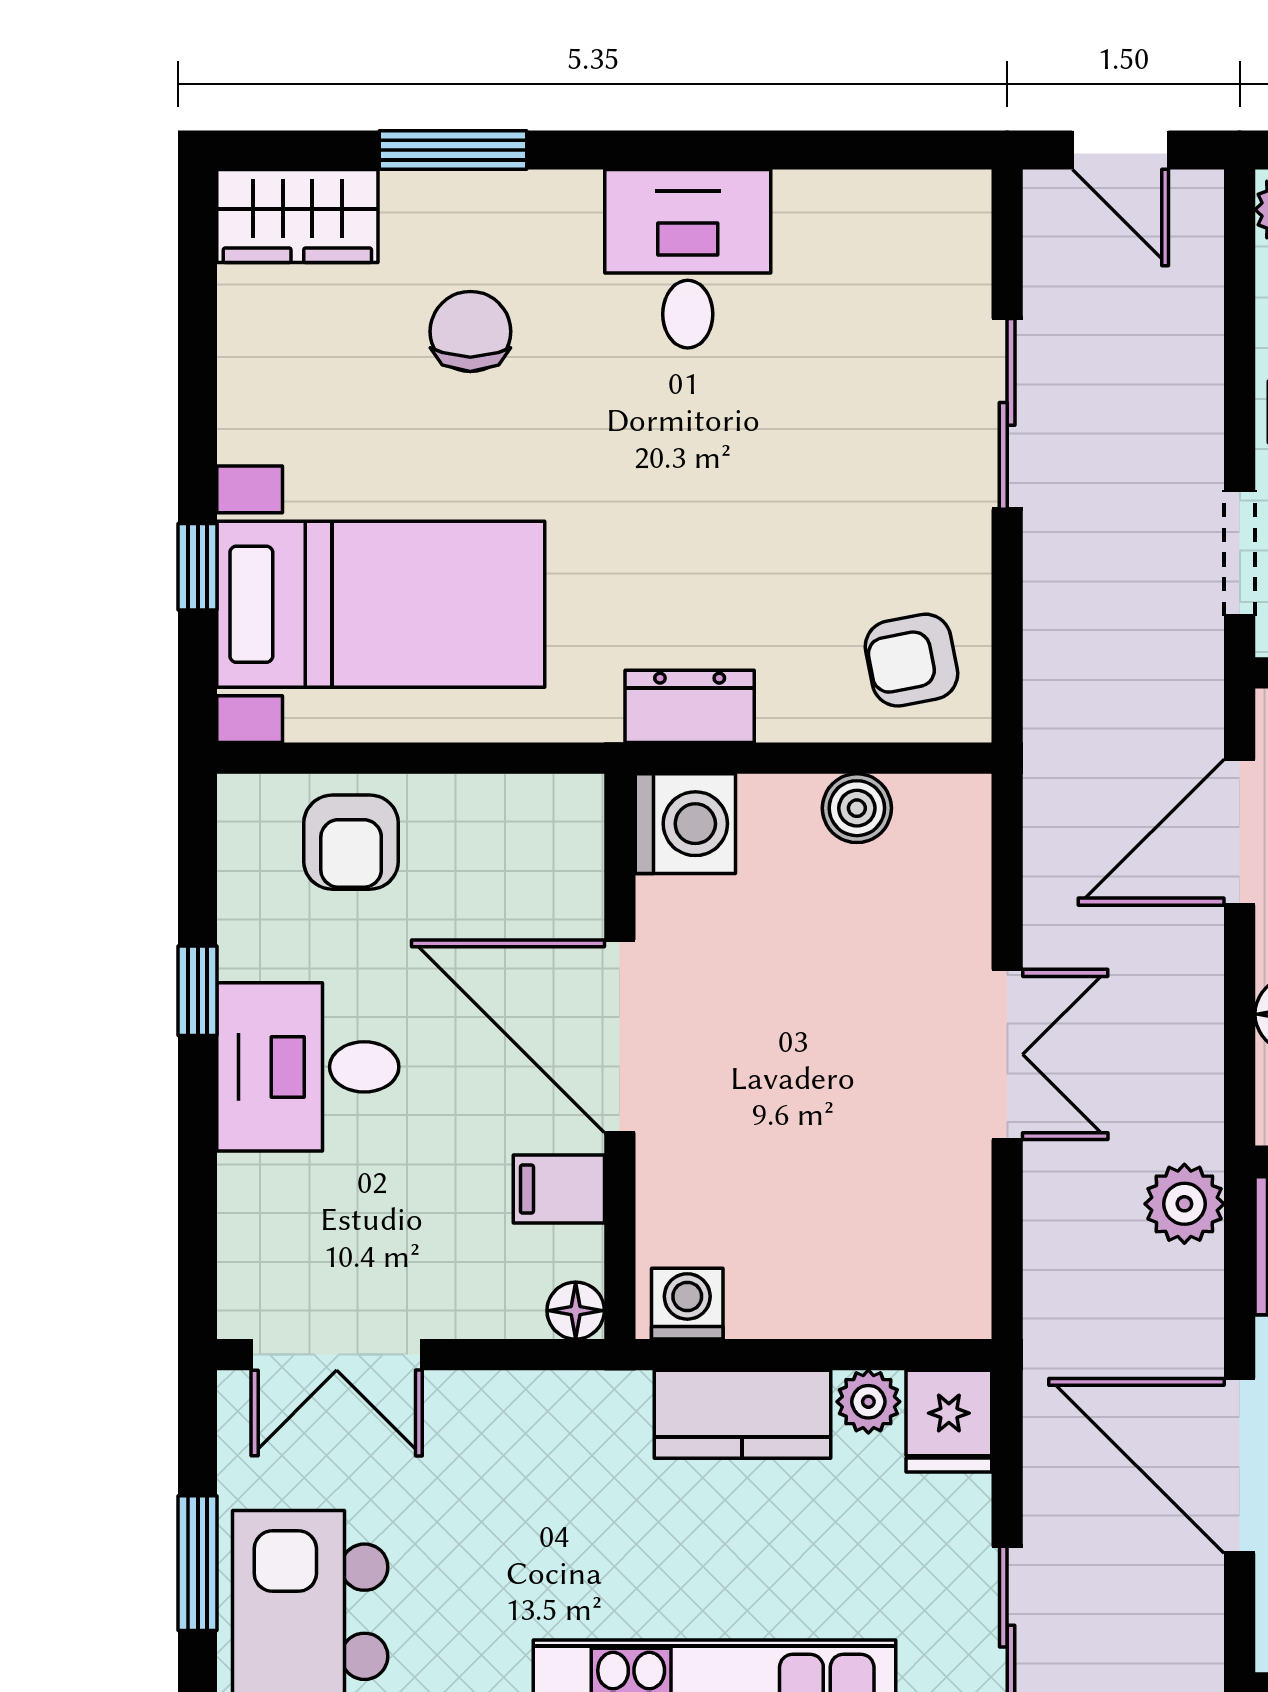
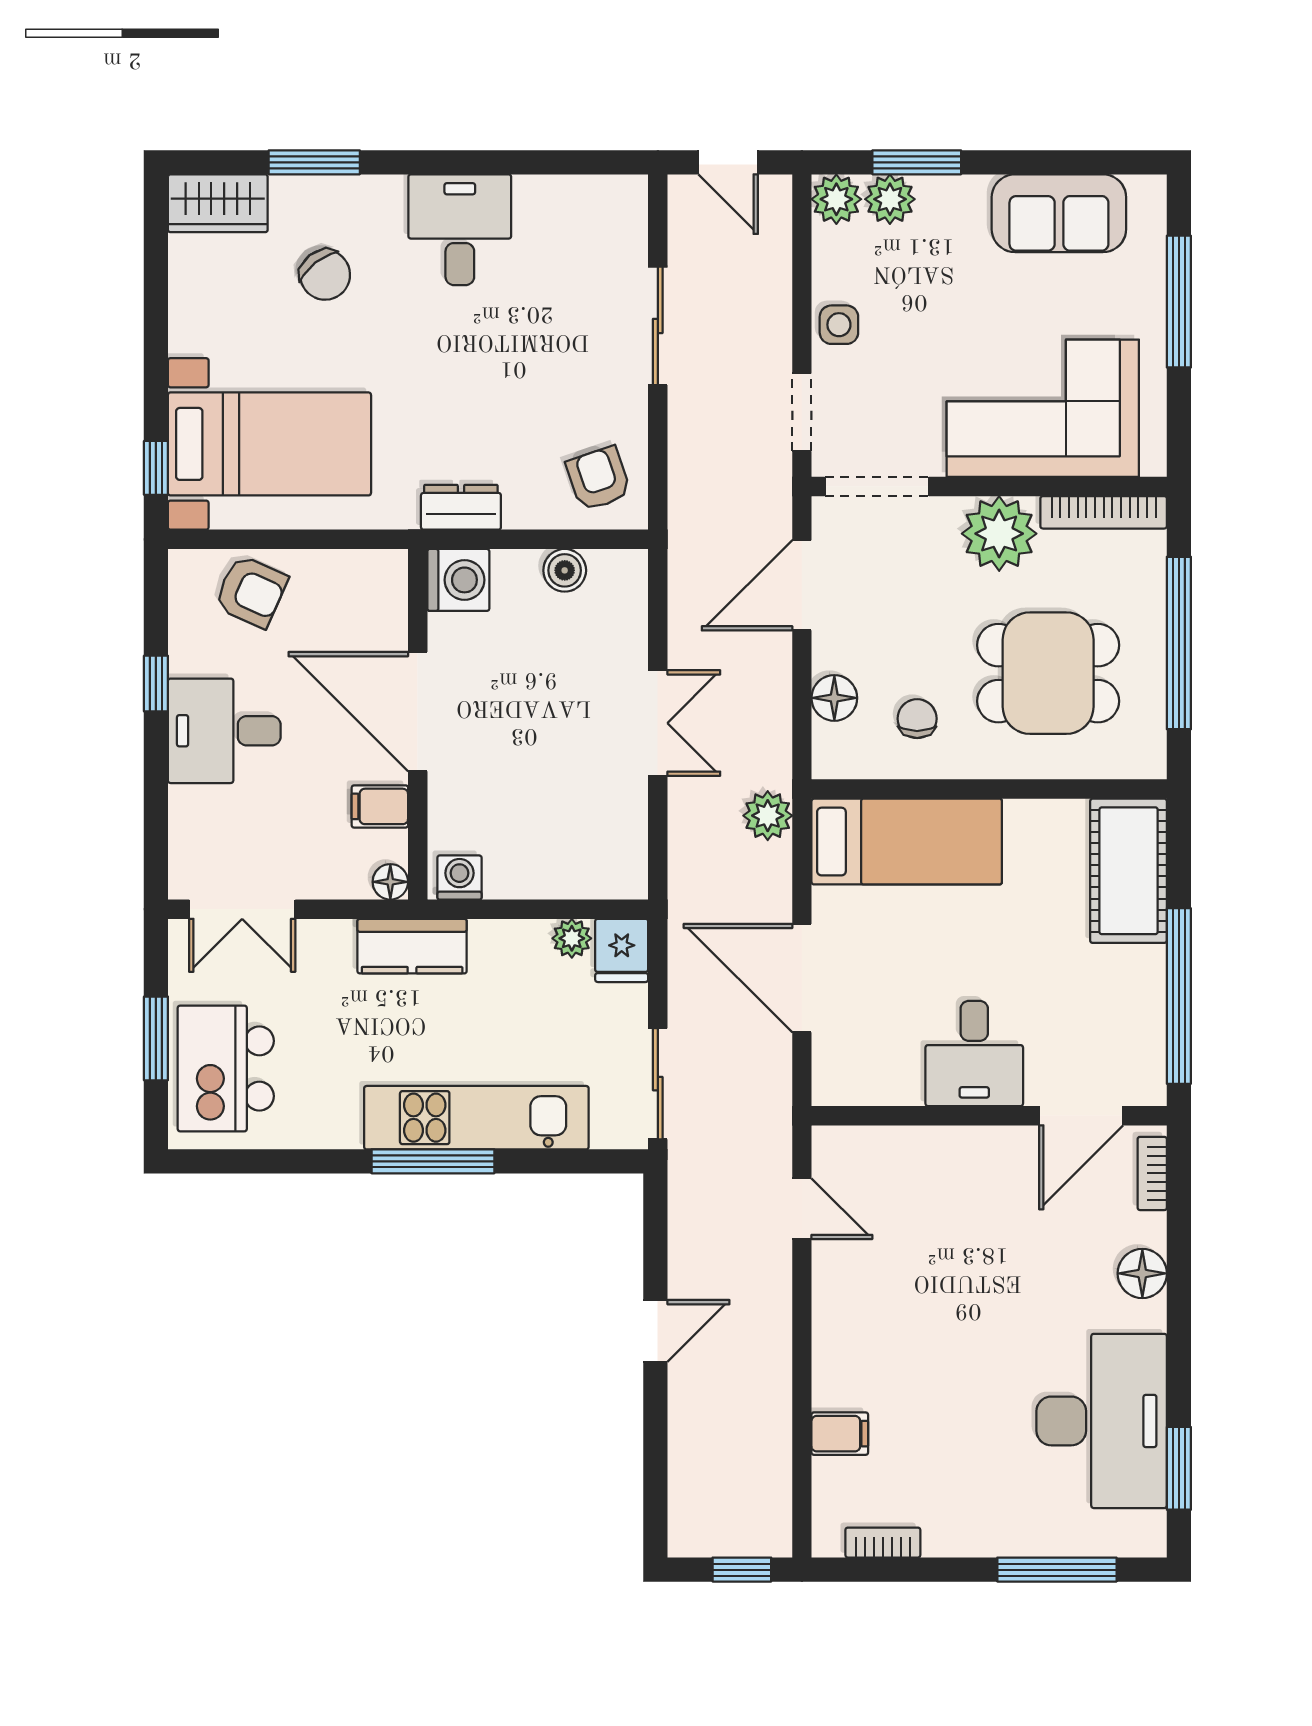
chair: (470, 331) -> (325, 275), turned 142
window: (198, 567) -> (156, 468), moved
armchair: (912, 660) -> (599, 479), turned 82
armchair: (351, 842) -> (251, 591), turned -66
kitchen counter: (742, 1414) -> (412, 946), moved

